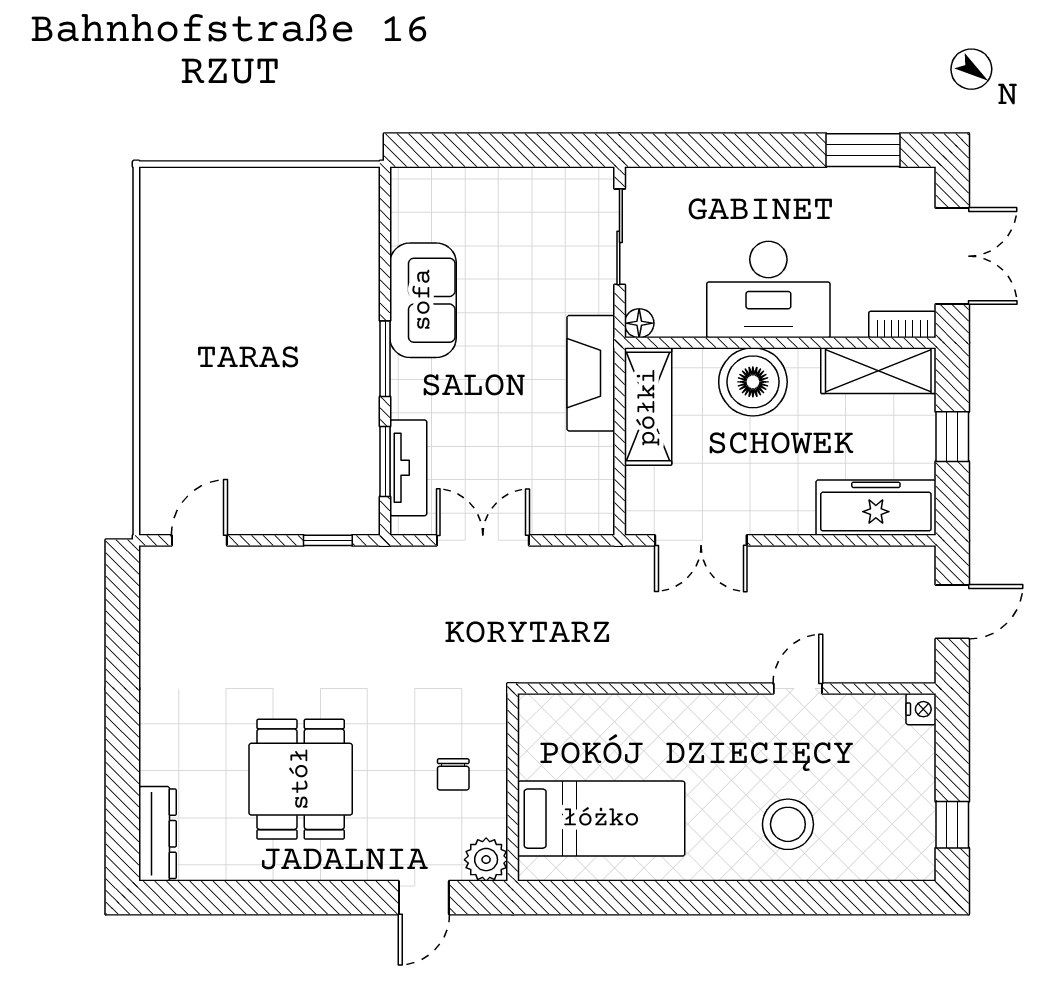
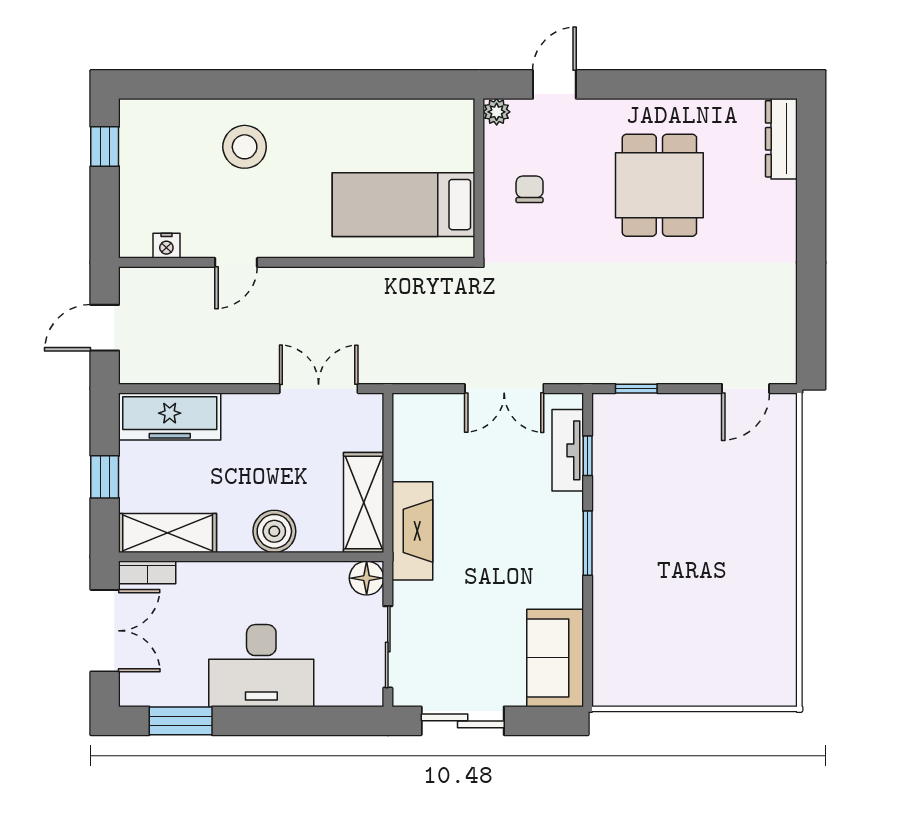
sliding door: (532, 150) -> (463, 721), added
double door: (952, 256) -> (105, 631), swing flipped
desk: (768, 289) -> (261, 666), moved, turned 180
sofa: (423, 300) -> (555, 658), moved
floor lamp: (639, 323) -> (367, 578), width x1.37, depth x1.37
boiler: (753, 382) -> (274, 531), width x0.73, depth x0.73
window: (385, 461) -> (588, 456), width x0.67
nightstand: (921, 709) -> (166, 246), moved, turned -90
bed: (601, 819) -> (404, 205), moved
plant: (486, 860) -> (497, 112), width x0.73, depth x0.73

